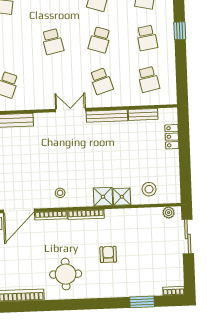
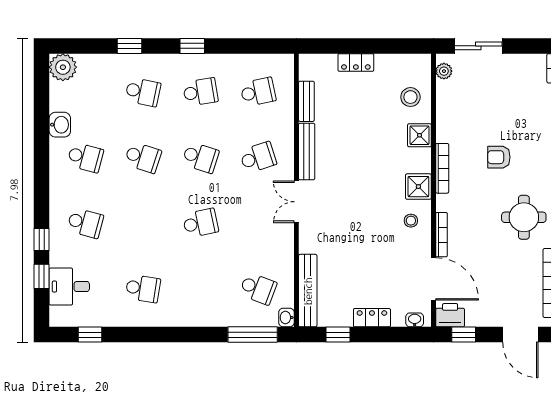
locker: (172, 137) -> (356, 63), moved
shower: (103, 197) -> (418, 187), moved
bookcase: (86, 214) -> (442, 168), moved

